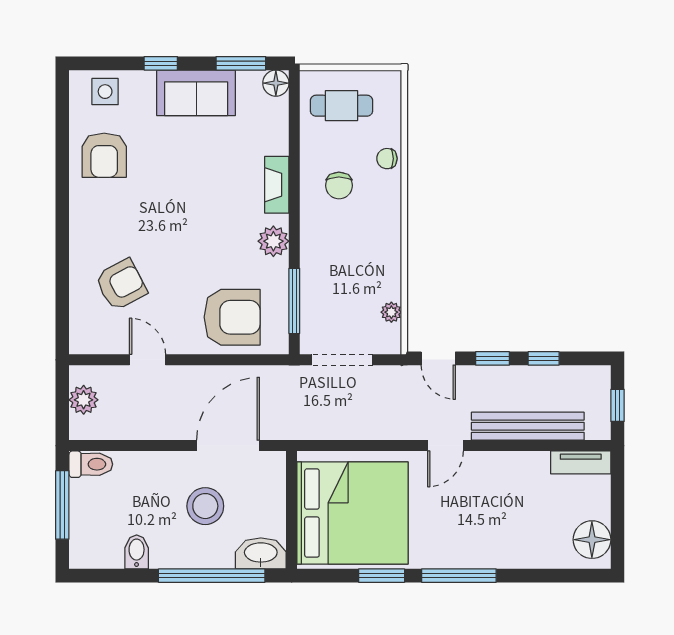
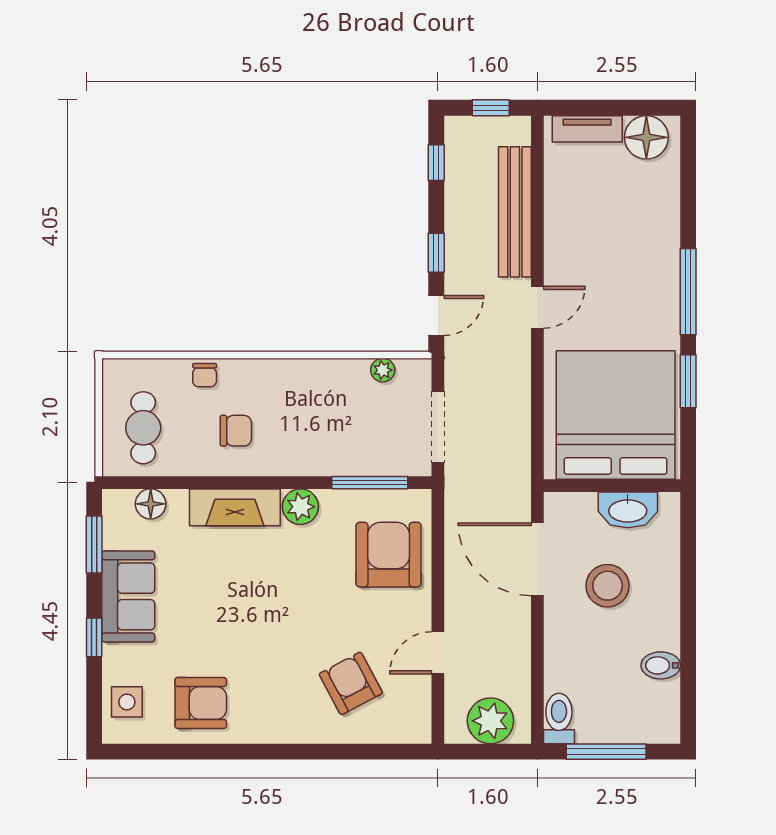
floor lamp: (276, 83) -> (151, 504), moved
fireplace: (277, 185) -> (235, 507), width x1.37, depth x1.32
window: (544, 358) -> (436, 163), moved
plant: (84, 400) -> (490, 721), width x1.36, depth x1.36
door: (445, 446) -> (537, 307), hinge flipped
tv unit: (581, 462) -> (587, 129), moved, turned 90
washbasin: (261, 553) -> (628, 510), moved, turned -90
window: (212, 576) -> (688, 578), removed

